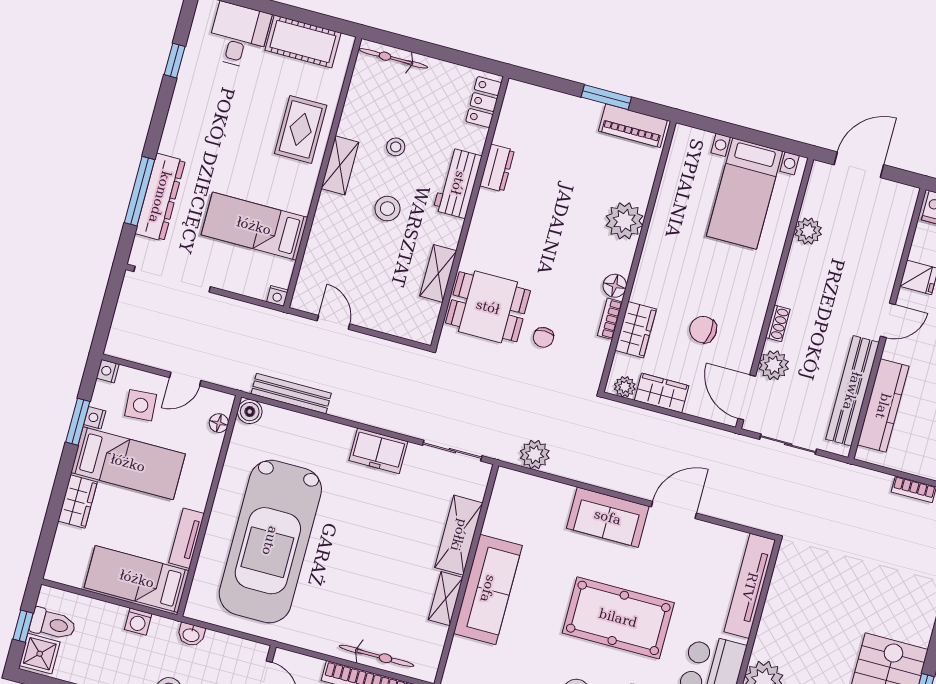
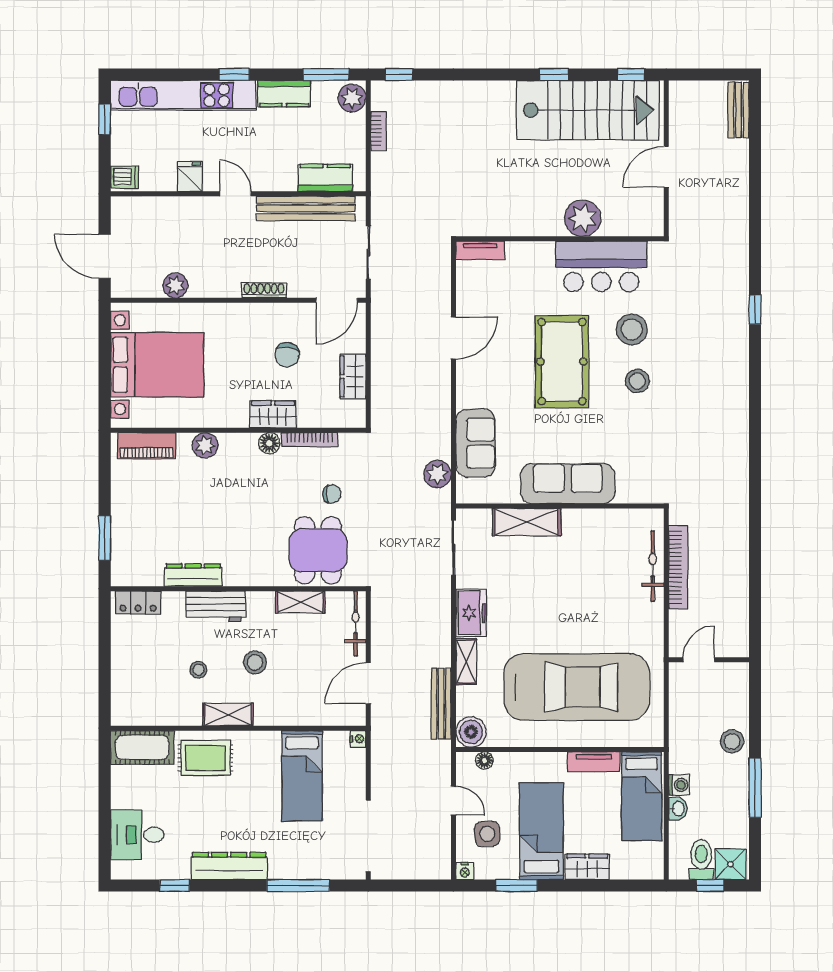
cot: (303, 42) -> (142, 747), moved, turned 90
bicycle: (393, 58) -> (356, 624), moved, turned 180
window: (606, 97) -> (105, 538), moved
piano: (633, 126) -> (147, 446), moved, turned 90
dresser: (497, 168) -> (193, 575), width x1.44
bed with nightstands: (745, 194) -> (157, 365), width x1.36
dresser: (160, 197) -> (229, 866), moved
plant: (625, 221) -> (205, 445), width x0.73, depth x0.73
bookcase: (610, 319) -> (310, 440), width x1.56
door: (333, 322) -> (368, 683), width x1.38
shoe rack: (778, 323) -> (264, 290), width x1.43
wardrobe: (636, 330) -> (273, 414), moved
plant: (774, 365) -> (302, 284), removed
plant: (625, 387) -> (356, 410), removed
kitchen counter: (883, 406) -> (325, 178), width x0.67
boiler: (250, 412) -> (471, 732), width x1.36, depth x1.36
nightstand: (95, 418) -> (509, 871), removed
door: (674, 510) -> (453, 338), swing flipped
sofa: (608, 517) -> (475, 443), moved
tv unit: (750, 586) -> (480, 250), width x0.52, depth x0.78
shelving: (446, 599) -> (466, 662), moved, turned 90
washbasin: (191, 635) -> (678, 809), moved

